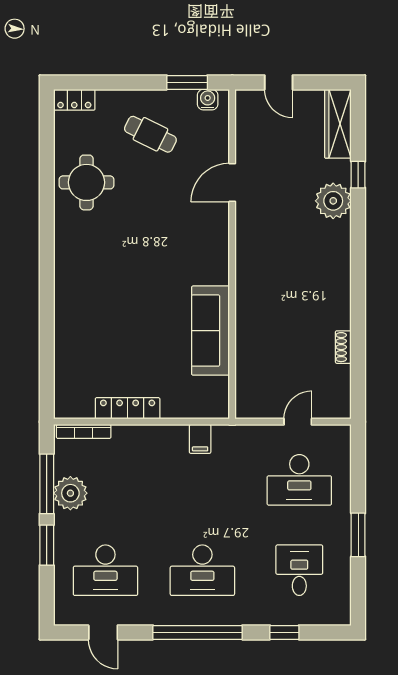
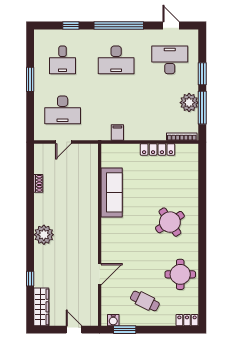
plant: (333, 201) -> (44, 235), moved
round table: (105, 277) -> (170, 222), added
desk: (299, 480) -> (63, 110), turned 180
desk: (202, 570) -> (116, 60), turned 180

